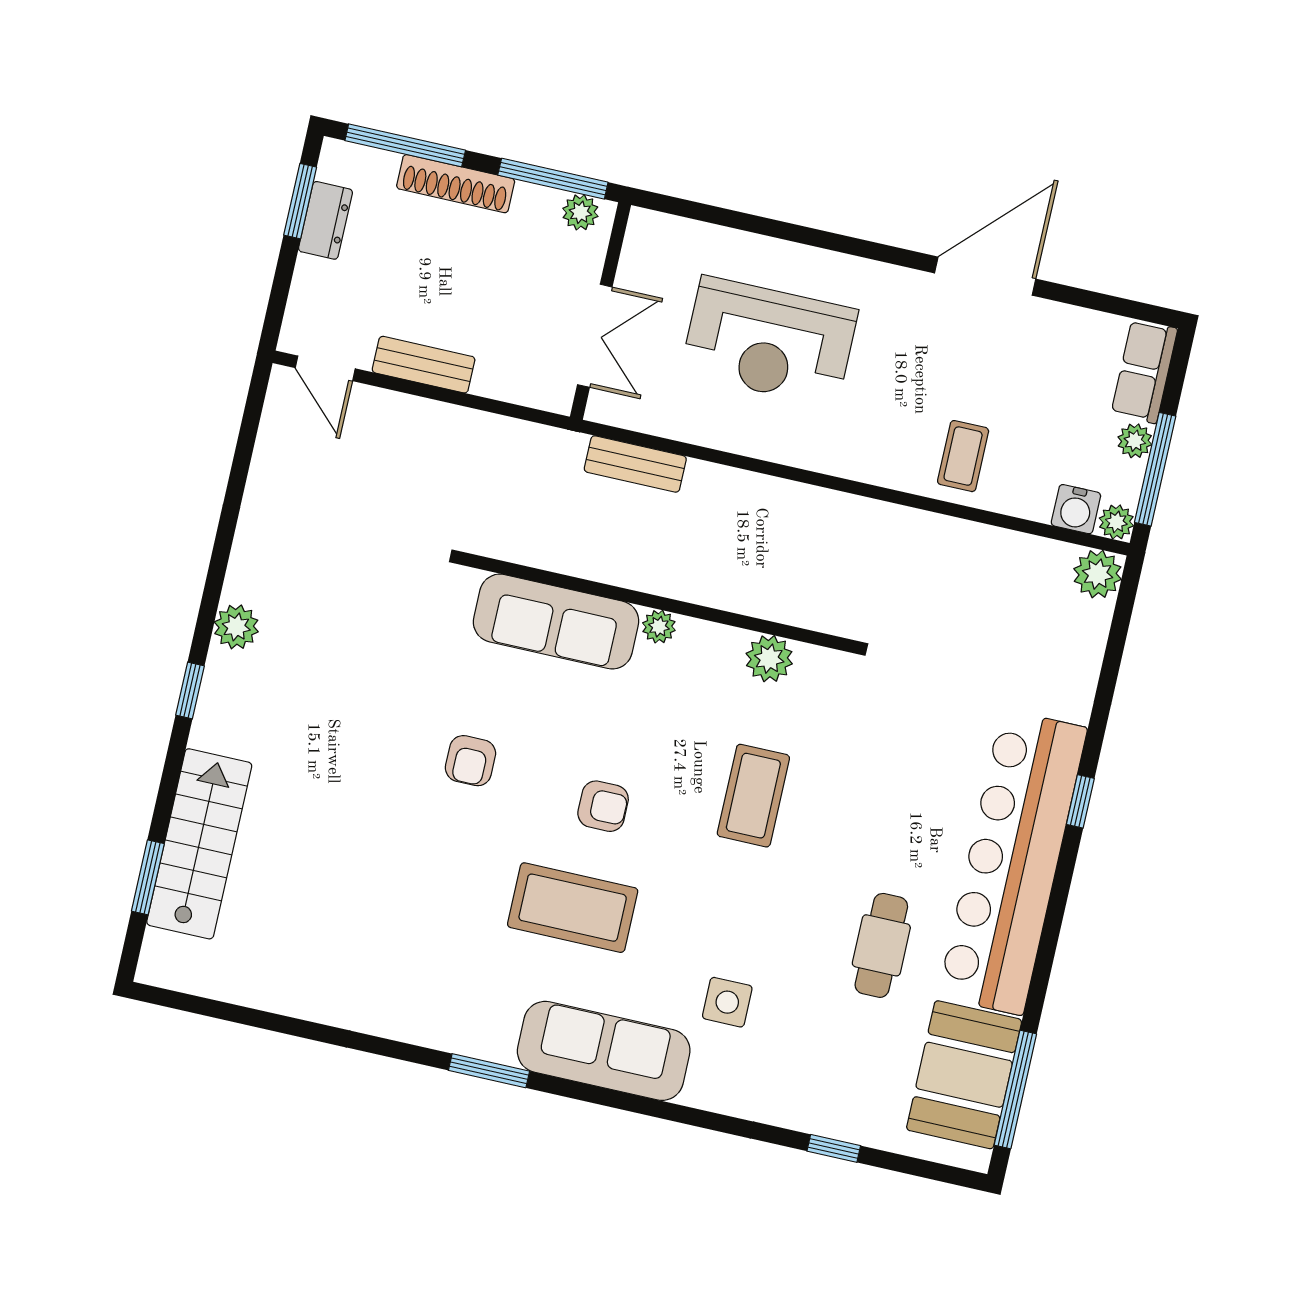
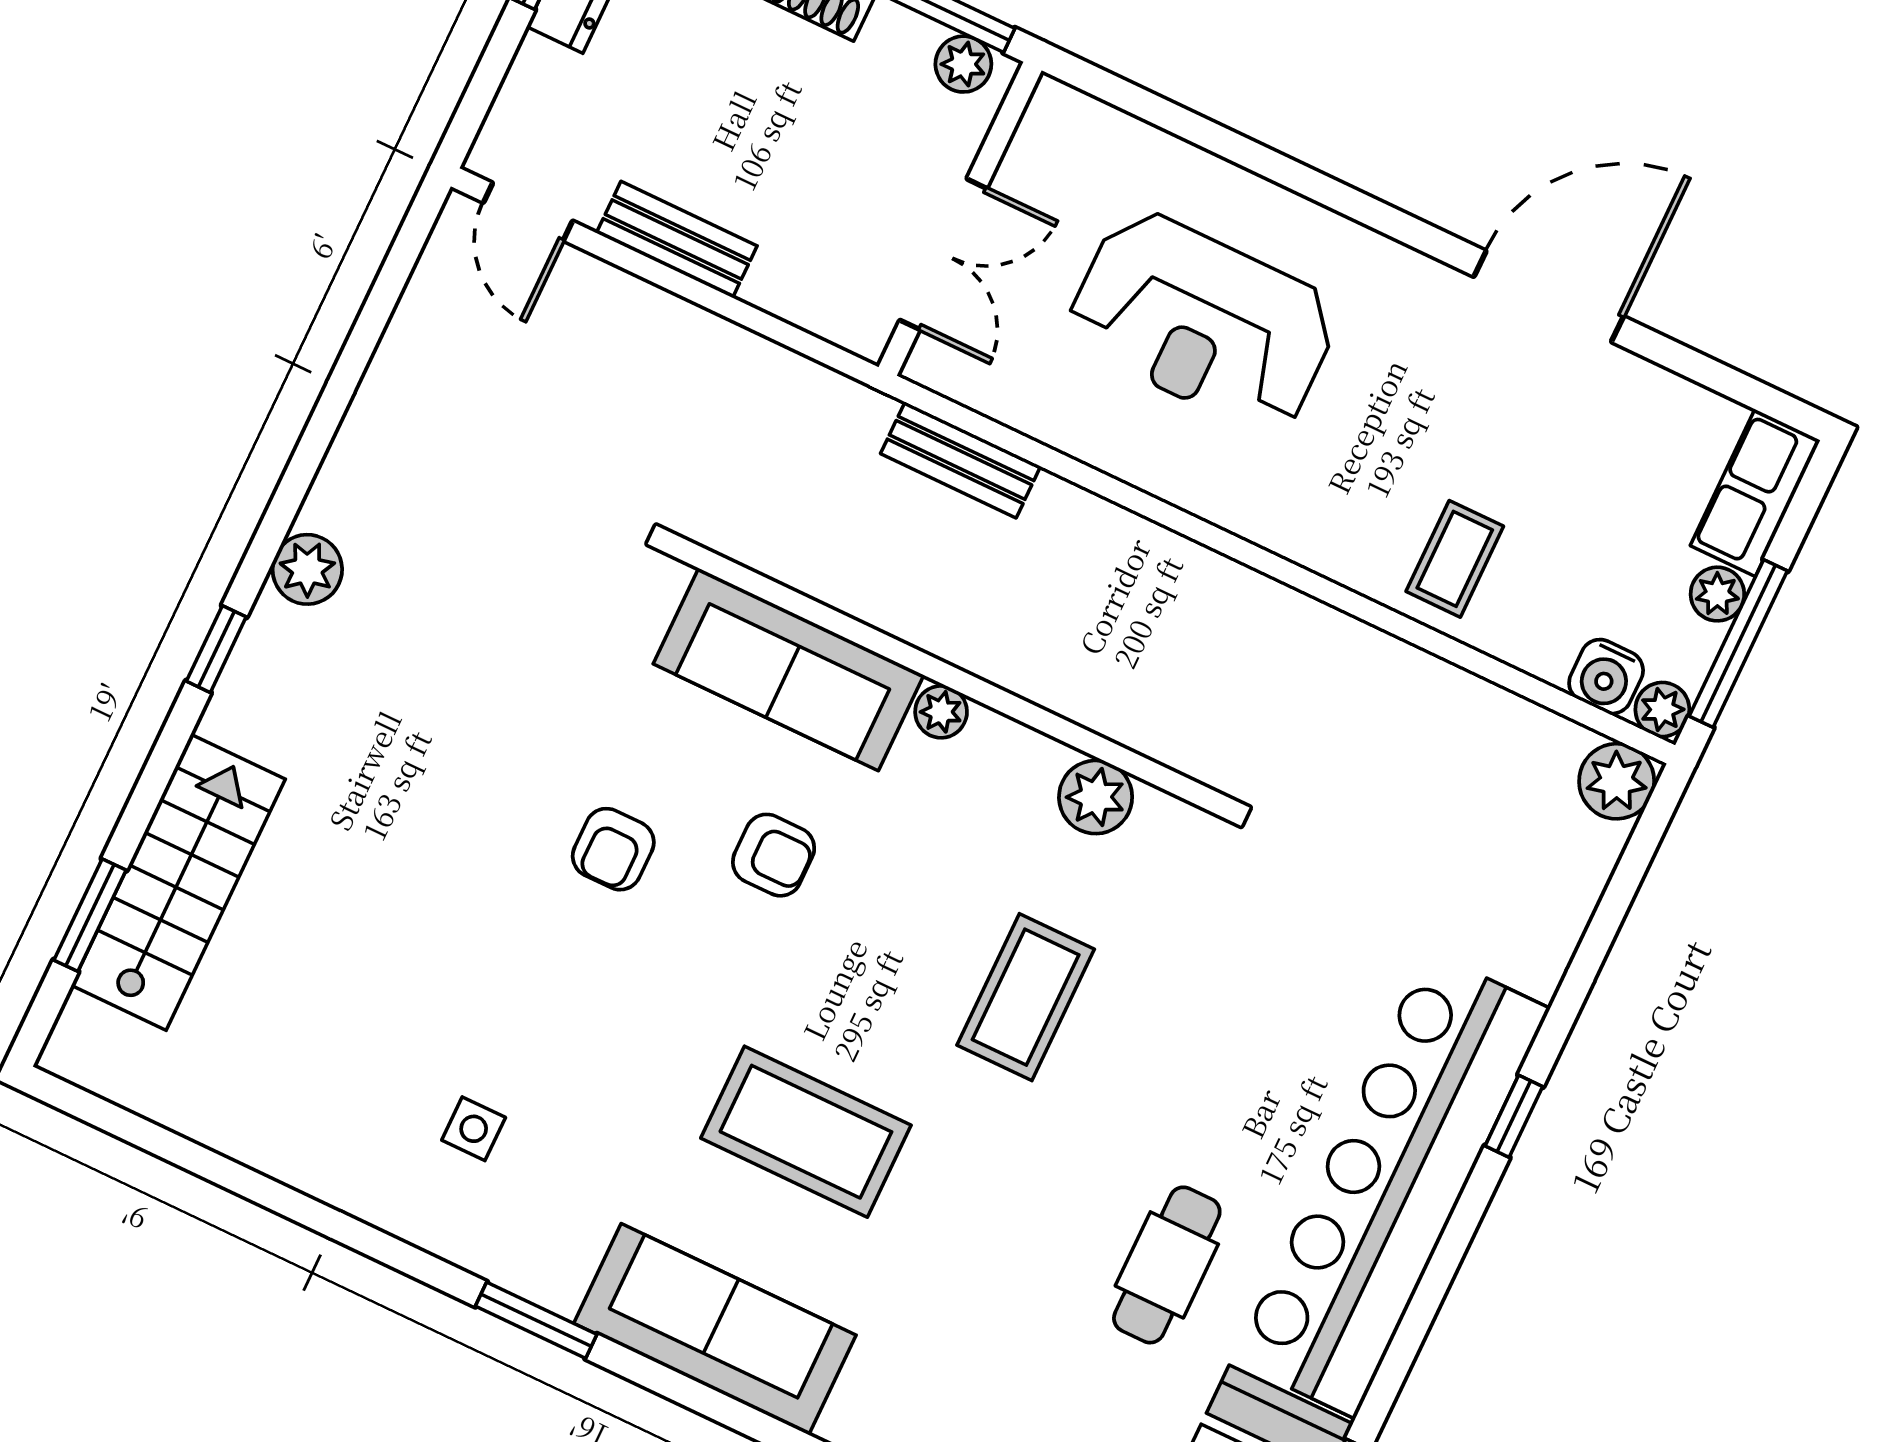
armchair: (603, 806) -> (774, 855), moved
coffee table: (573, 908) -> (806, 1132), moved
side table: (727, 1002) -> (474, 1129), moved, width x0.73, depth x0.73

